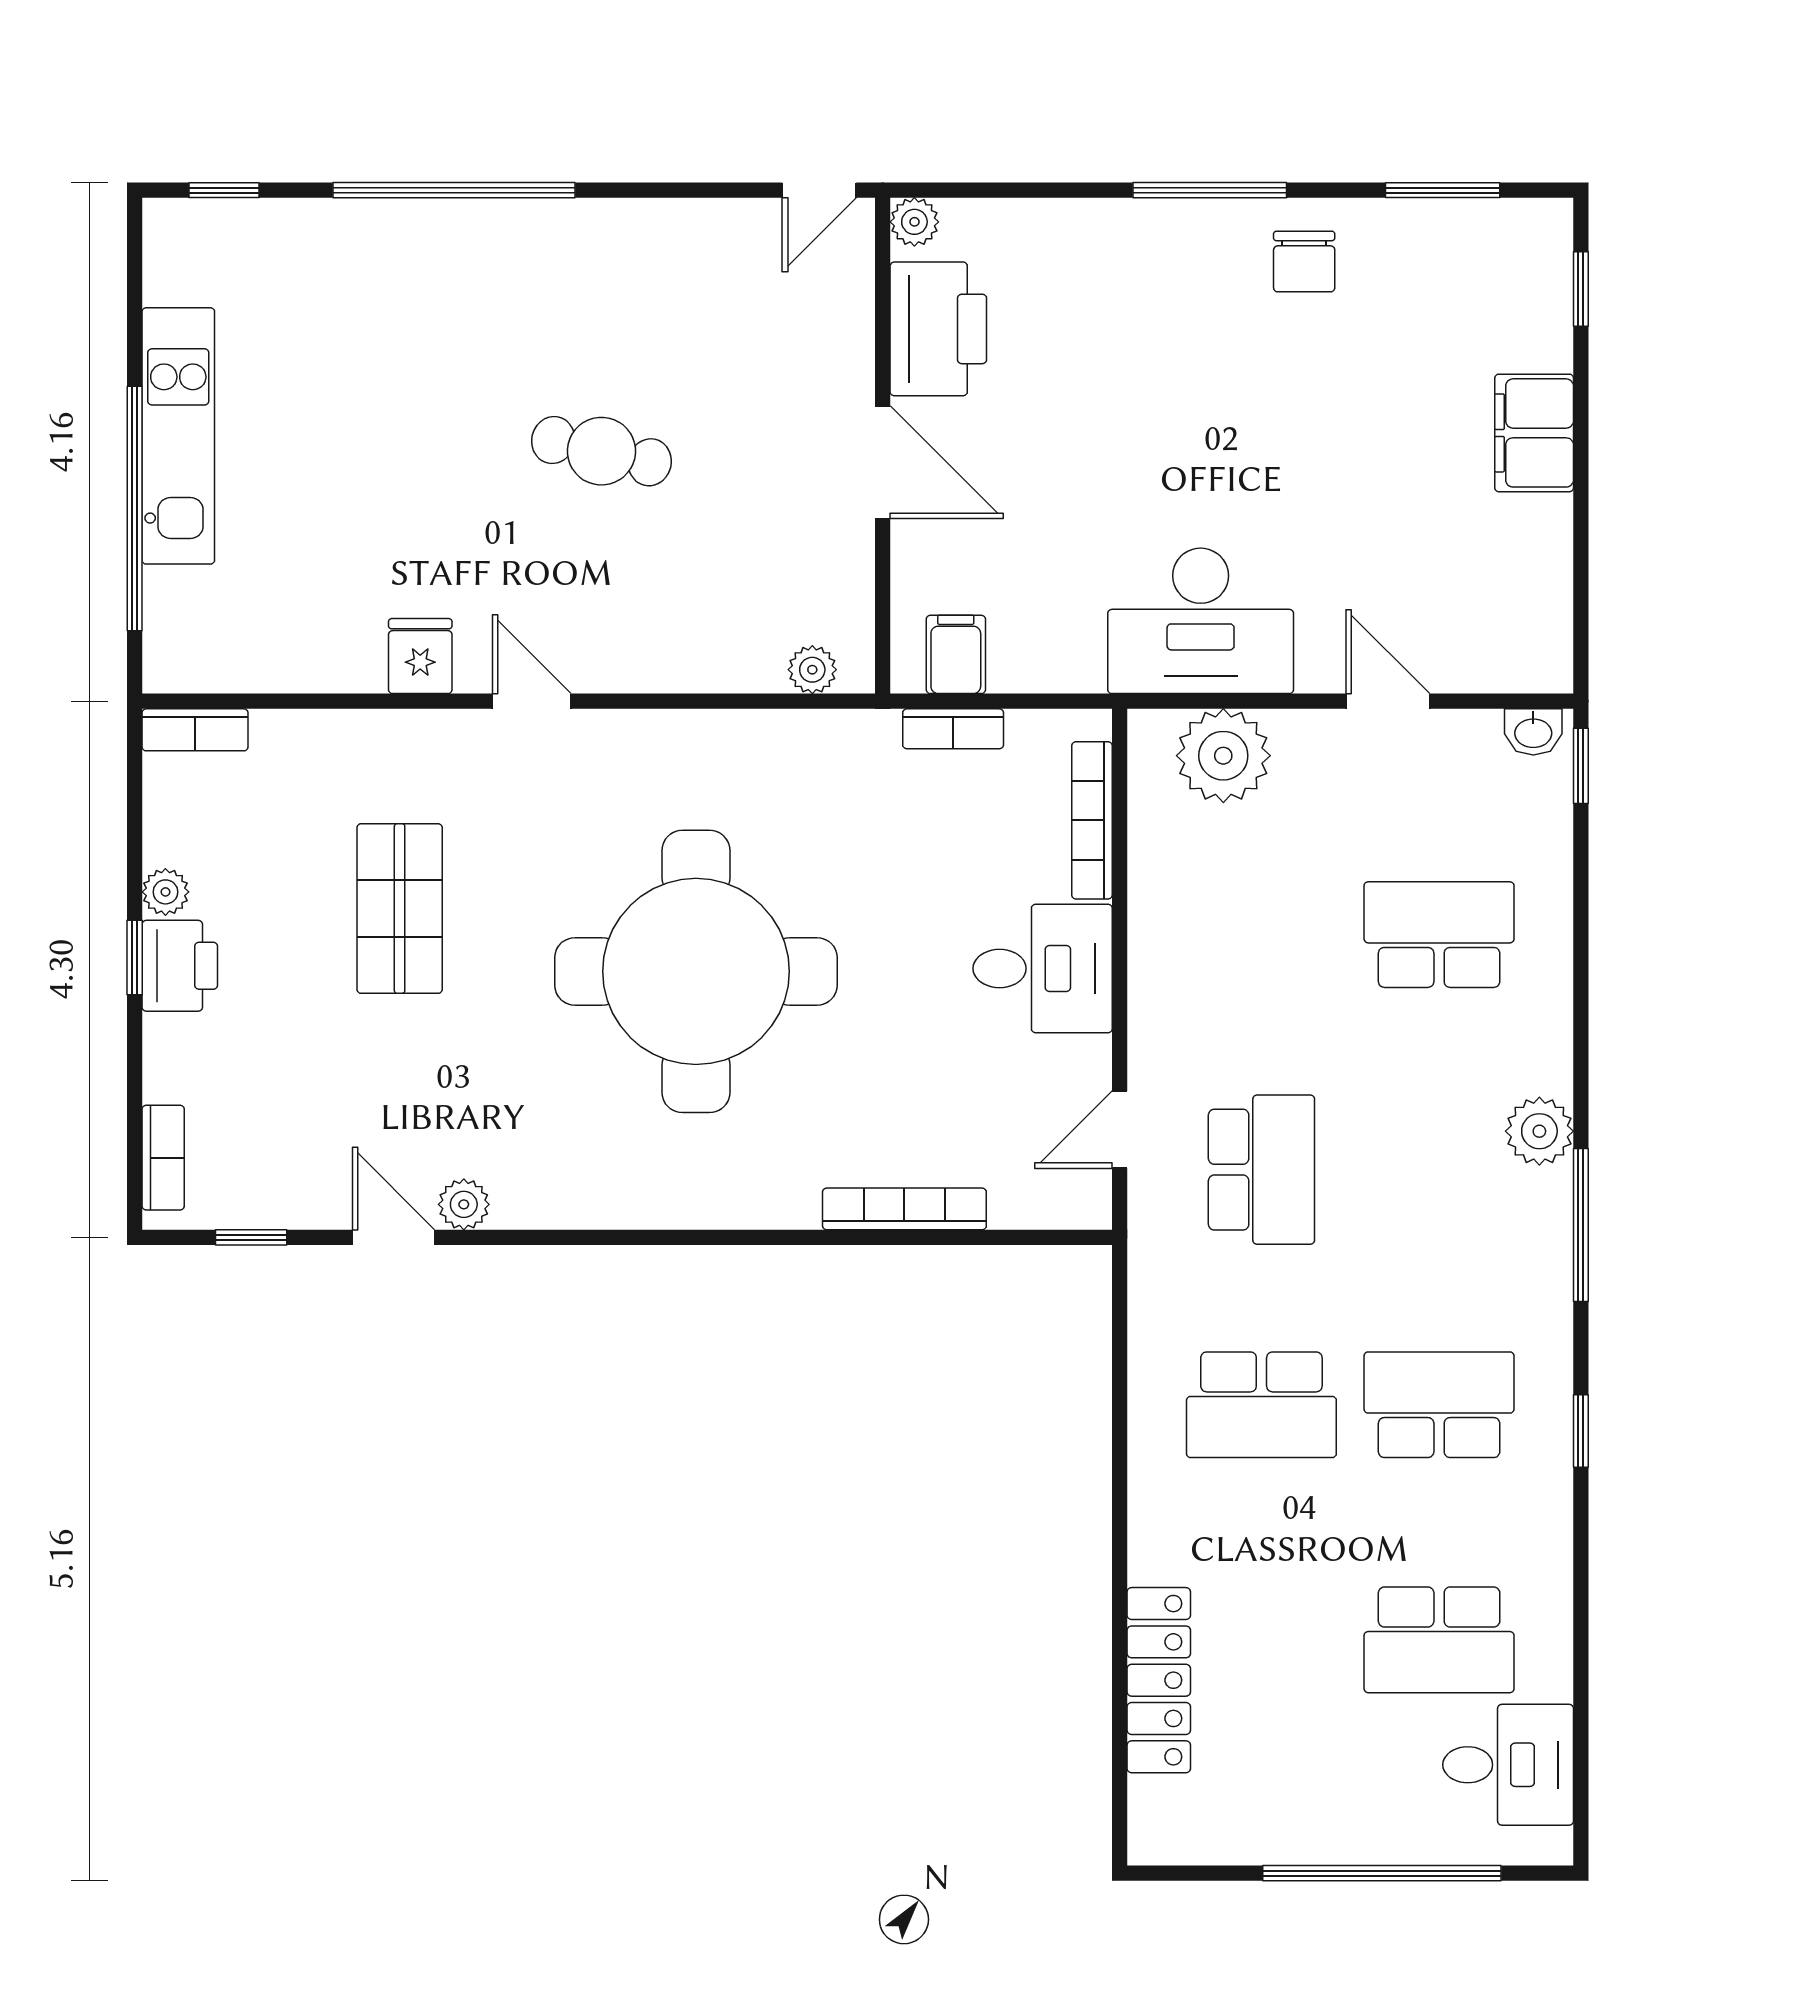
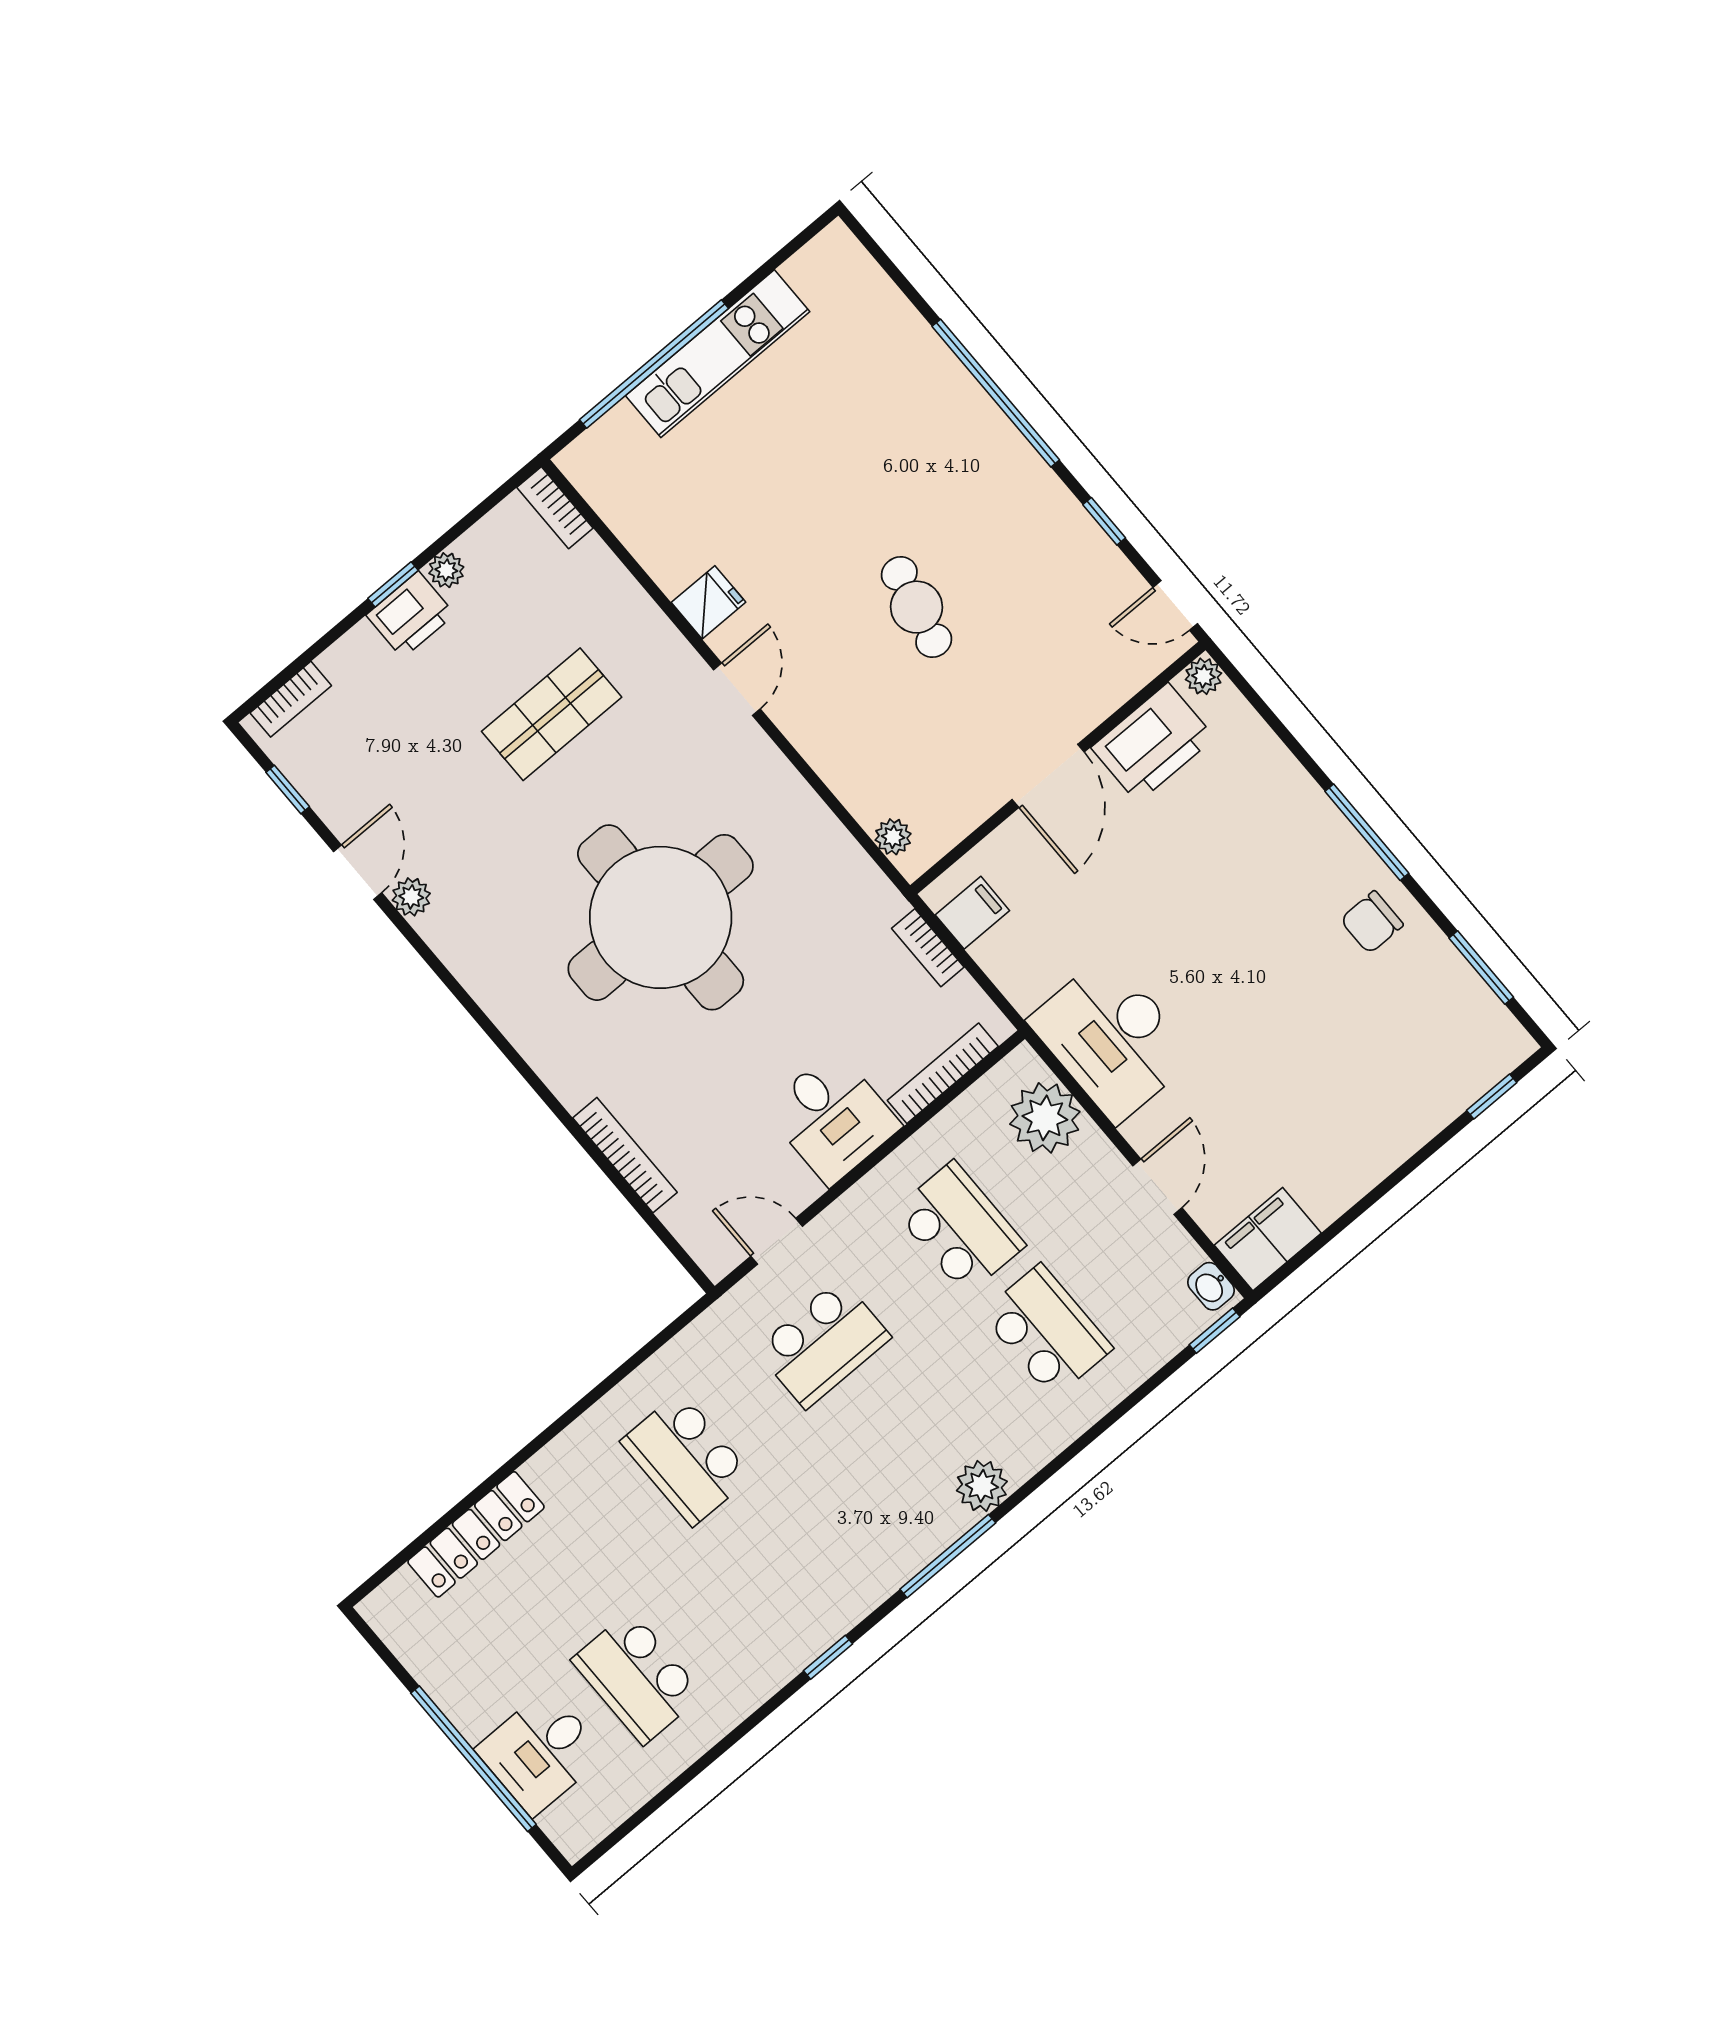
window: (224, 190) -> (1104, 521), moved
filing cabinet: (1534, 433) -> (1268, 1239), moved
school desk: (1439, 1405) -> (960, 1228), moved
desk: (1508, 1765) -> (540, 1752), moved, turned 90

